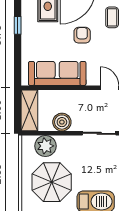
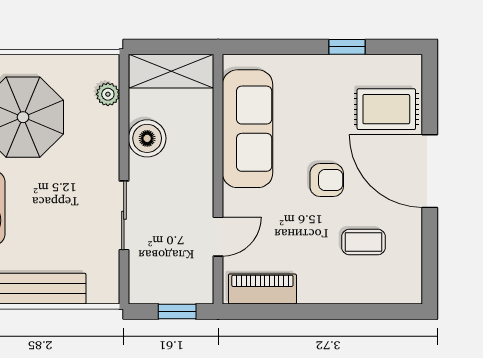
plant: (45, 146) -> (108, 94), width x0.53, depth x0.53

